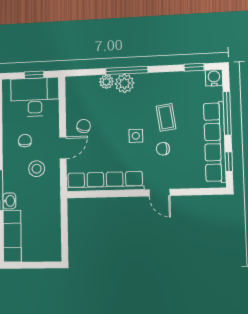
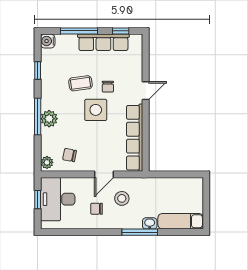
window: (194, 67) -> (38, 71), moved
plant: (106, 82) -> (47, 162), moved
chair: (84, 126) -> (70, 155), moved
side table: (136, 136) -> (96, 110), width x1.87, depth x1.87
row of seats: (215, 142) -> (103, 42), width x0.73
door: (63, 148) -> (104, 174), swing flipped

